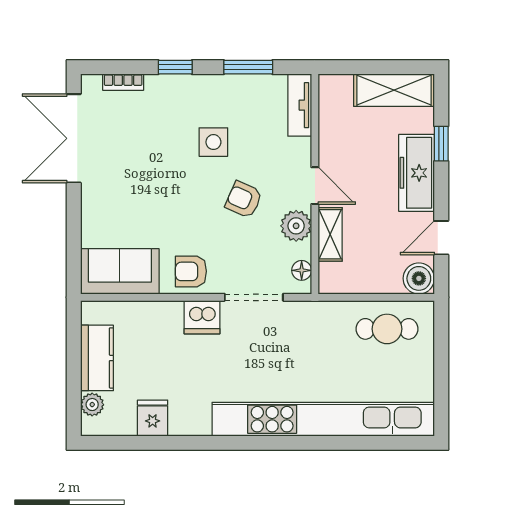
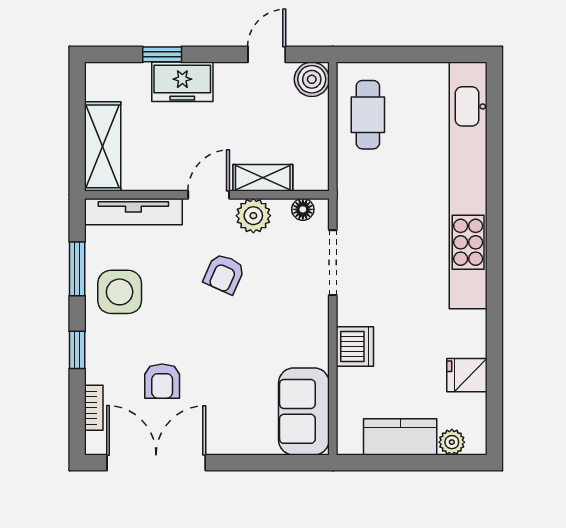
shelving: (394, 90) -> (103, 146), moved
tv unit: (300, 105) -> (133, 212), width x1.41
double door: (74, 138) -> (156, 463), swing flipped
side table: (213, 142) -> (120, 292), moved, width x1.37, depth x1.37
freezer: (417, 173) -> (182, 82), width x0.71
door: (441, 238) -> (267, 54), swing flipped
armchair: (191, 271) -> (162, 381), moved
dishwasher: (202, 317) -> (355, 347), moved

